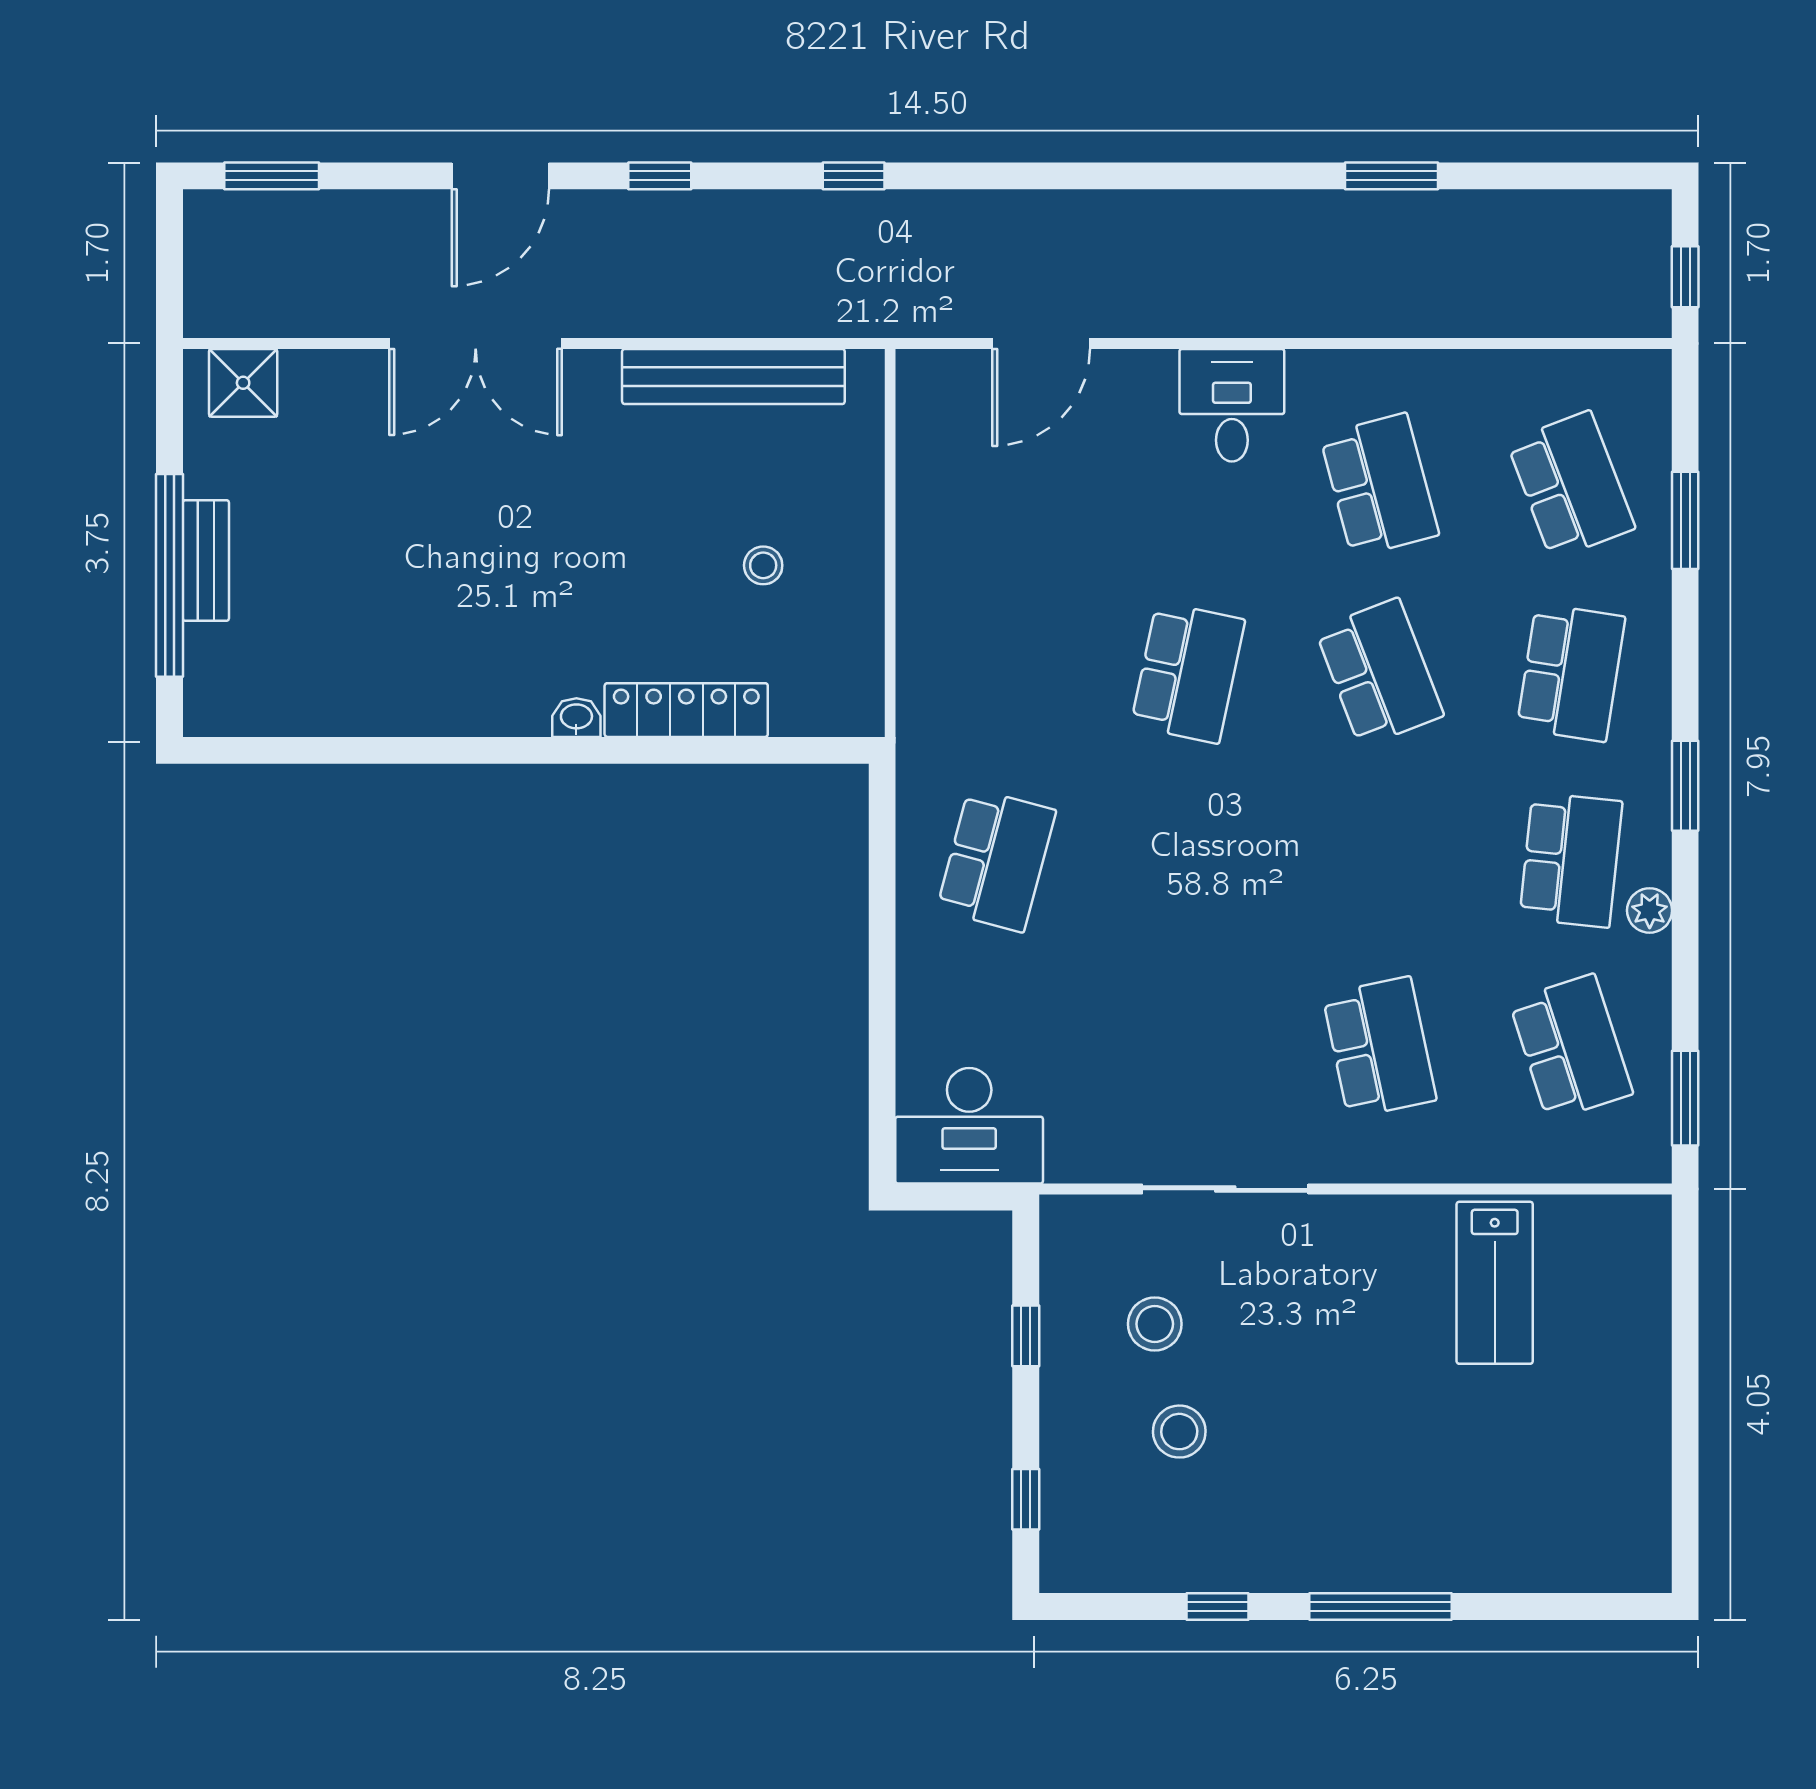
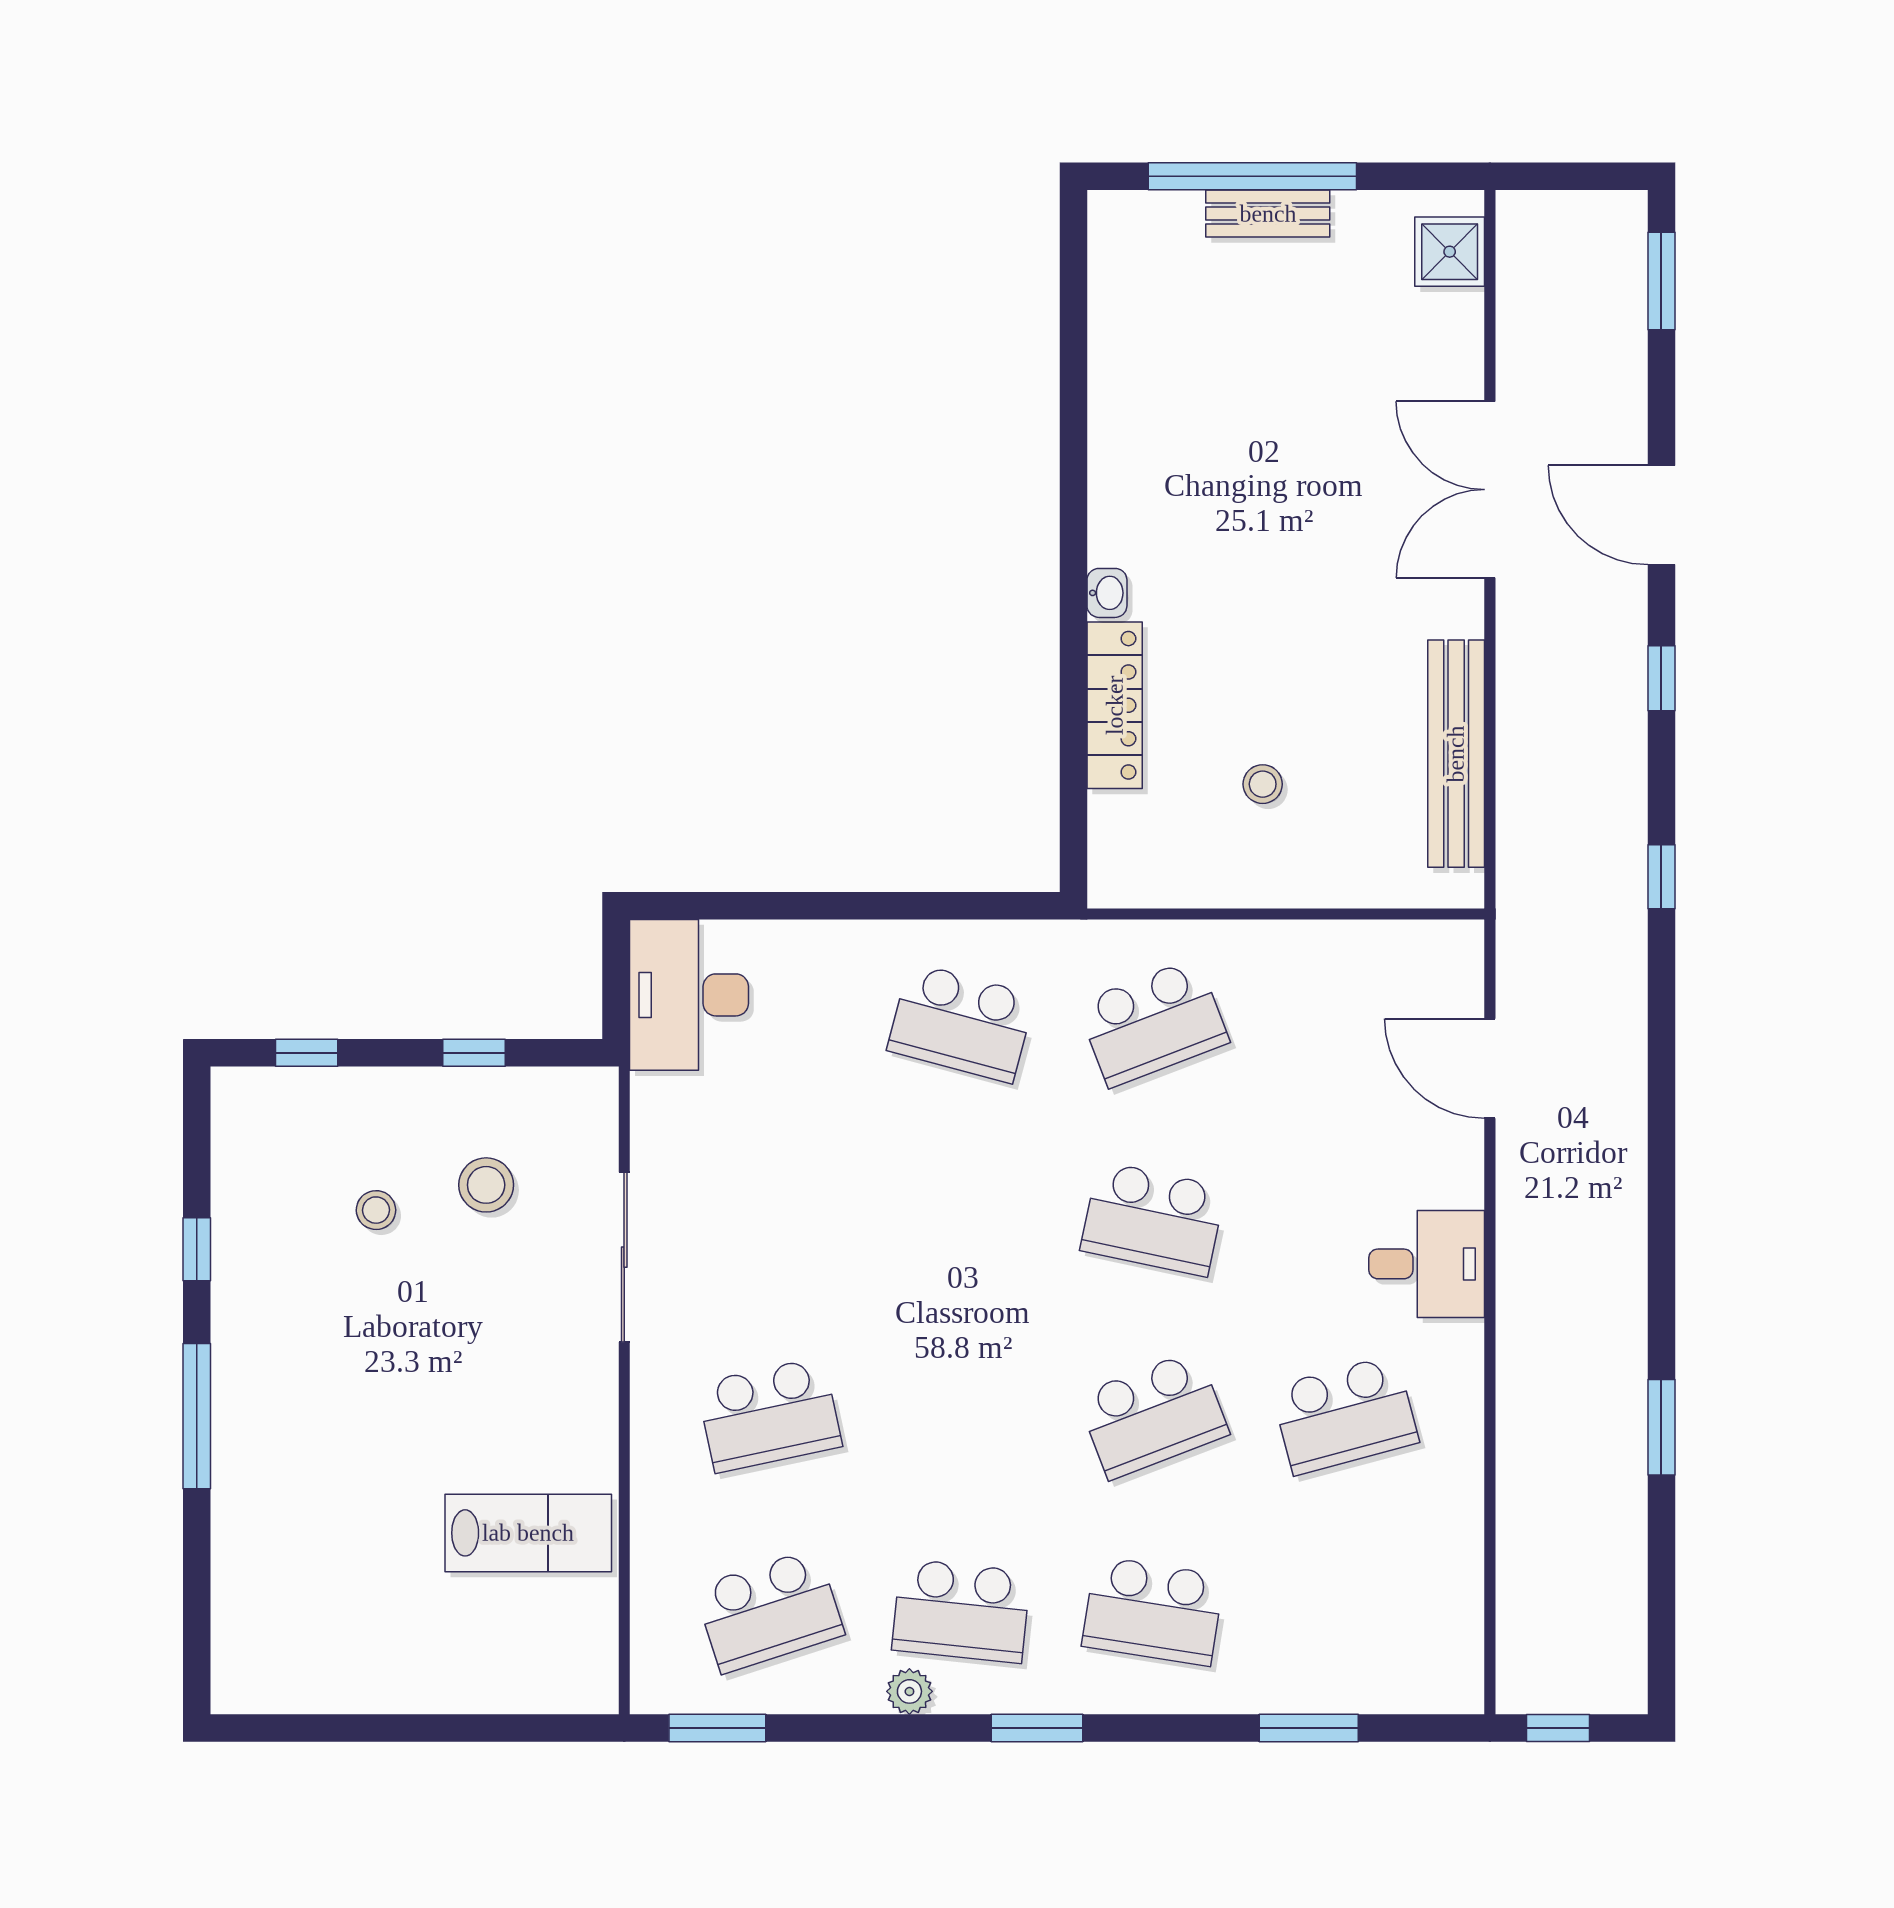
school desk: (1571, 485) -> (1153, 1023), moved
lab bench: (1495, 1283) -> (528, 1533), turned 180
stool: (1179, 1432) -> (376, 1210), width x0.73, depth x0.73

